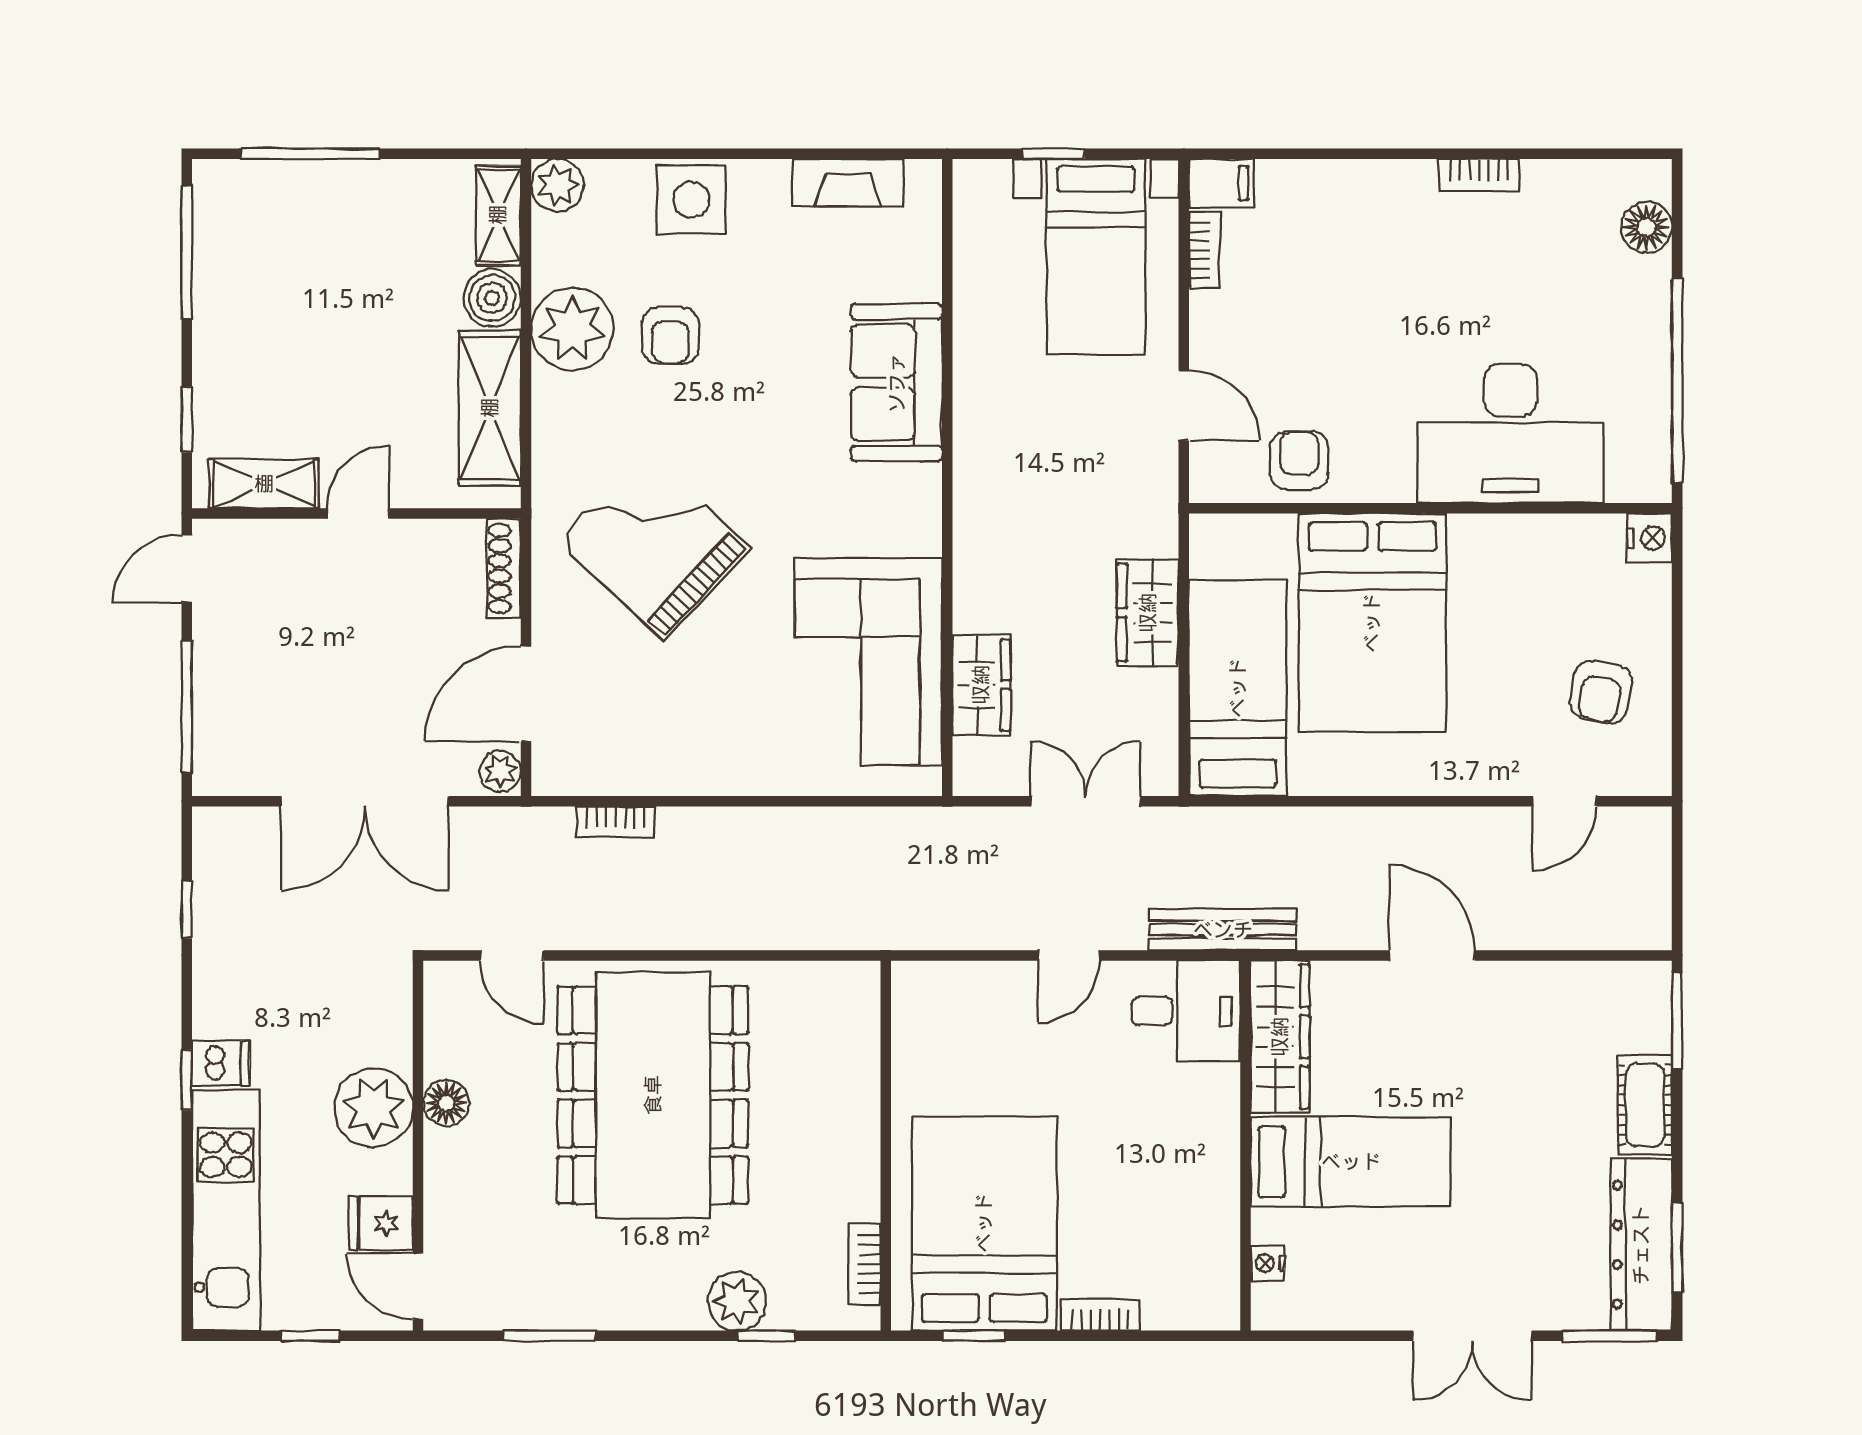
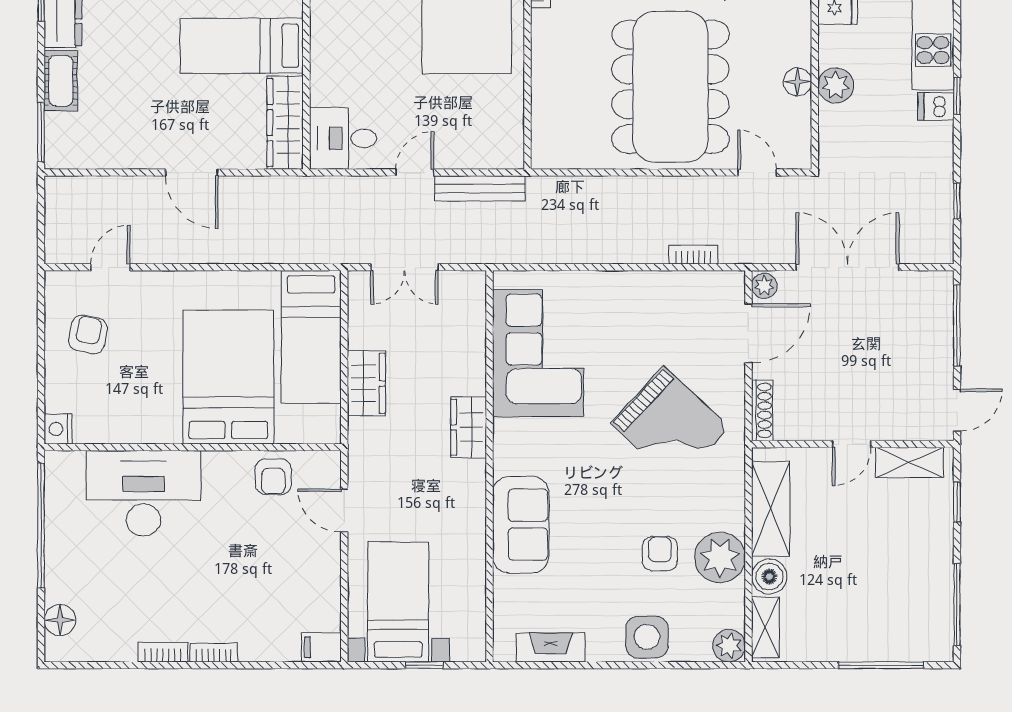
bookcase: (1204, 250) -> (214, 653), moved, turned 90
wardrobe: (981, 685) -> (469, 427), moved
bench: (1223, 930) -> (480, 188), moved
plant: (373, 1108) -> (836, 85), width x0.73, depth x0.73

